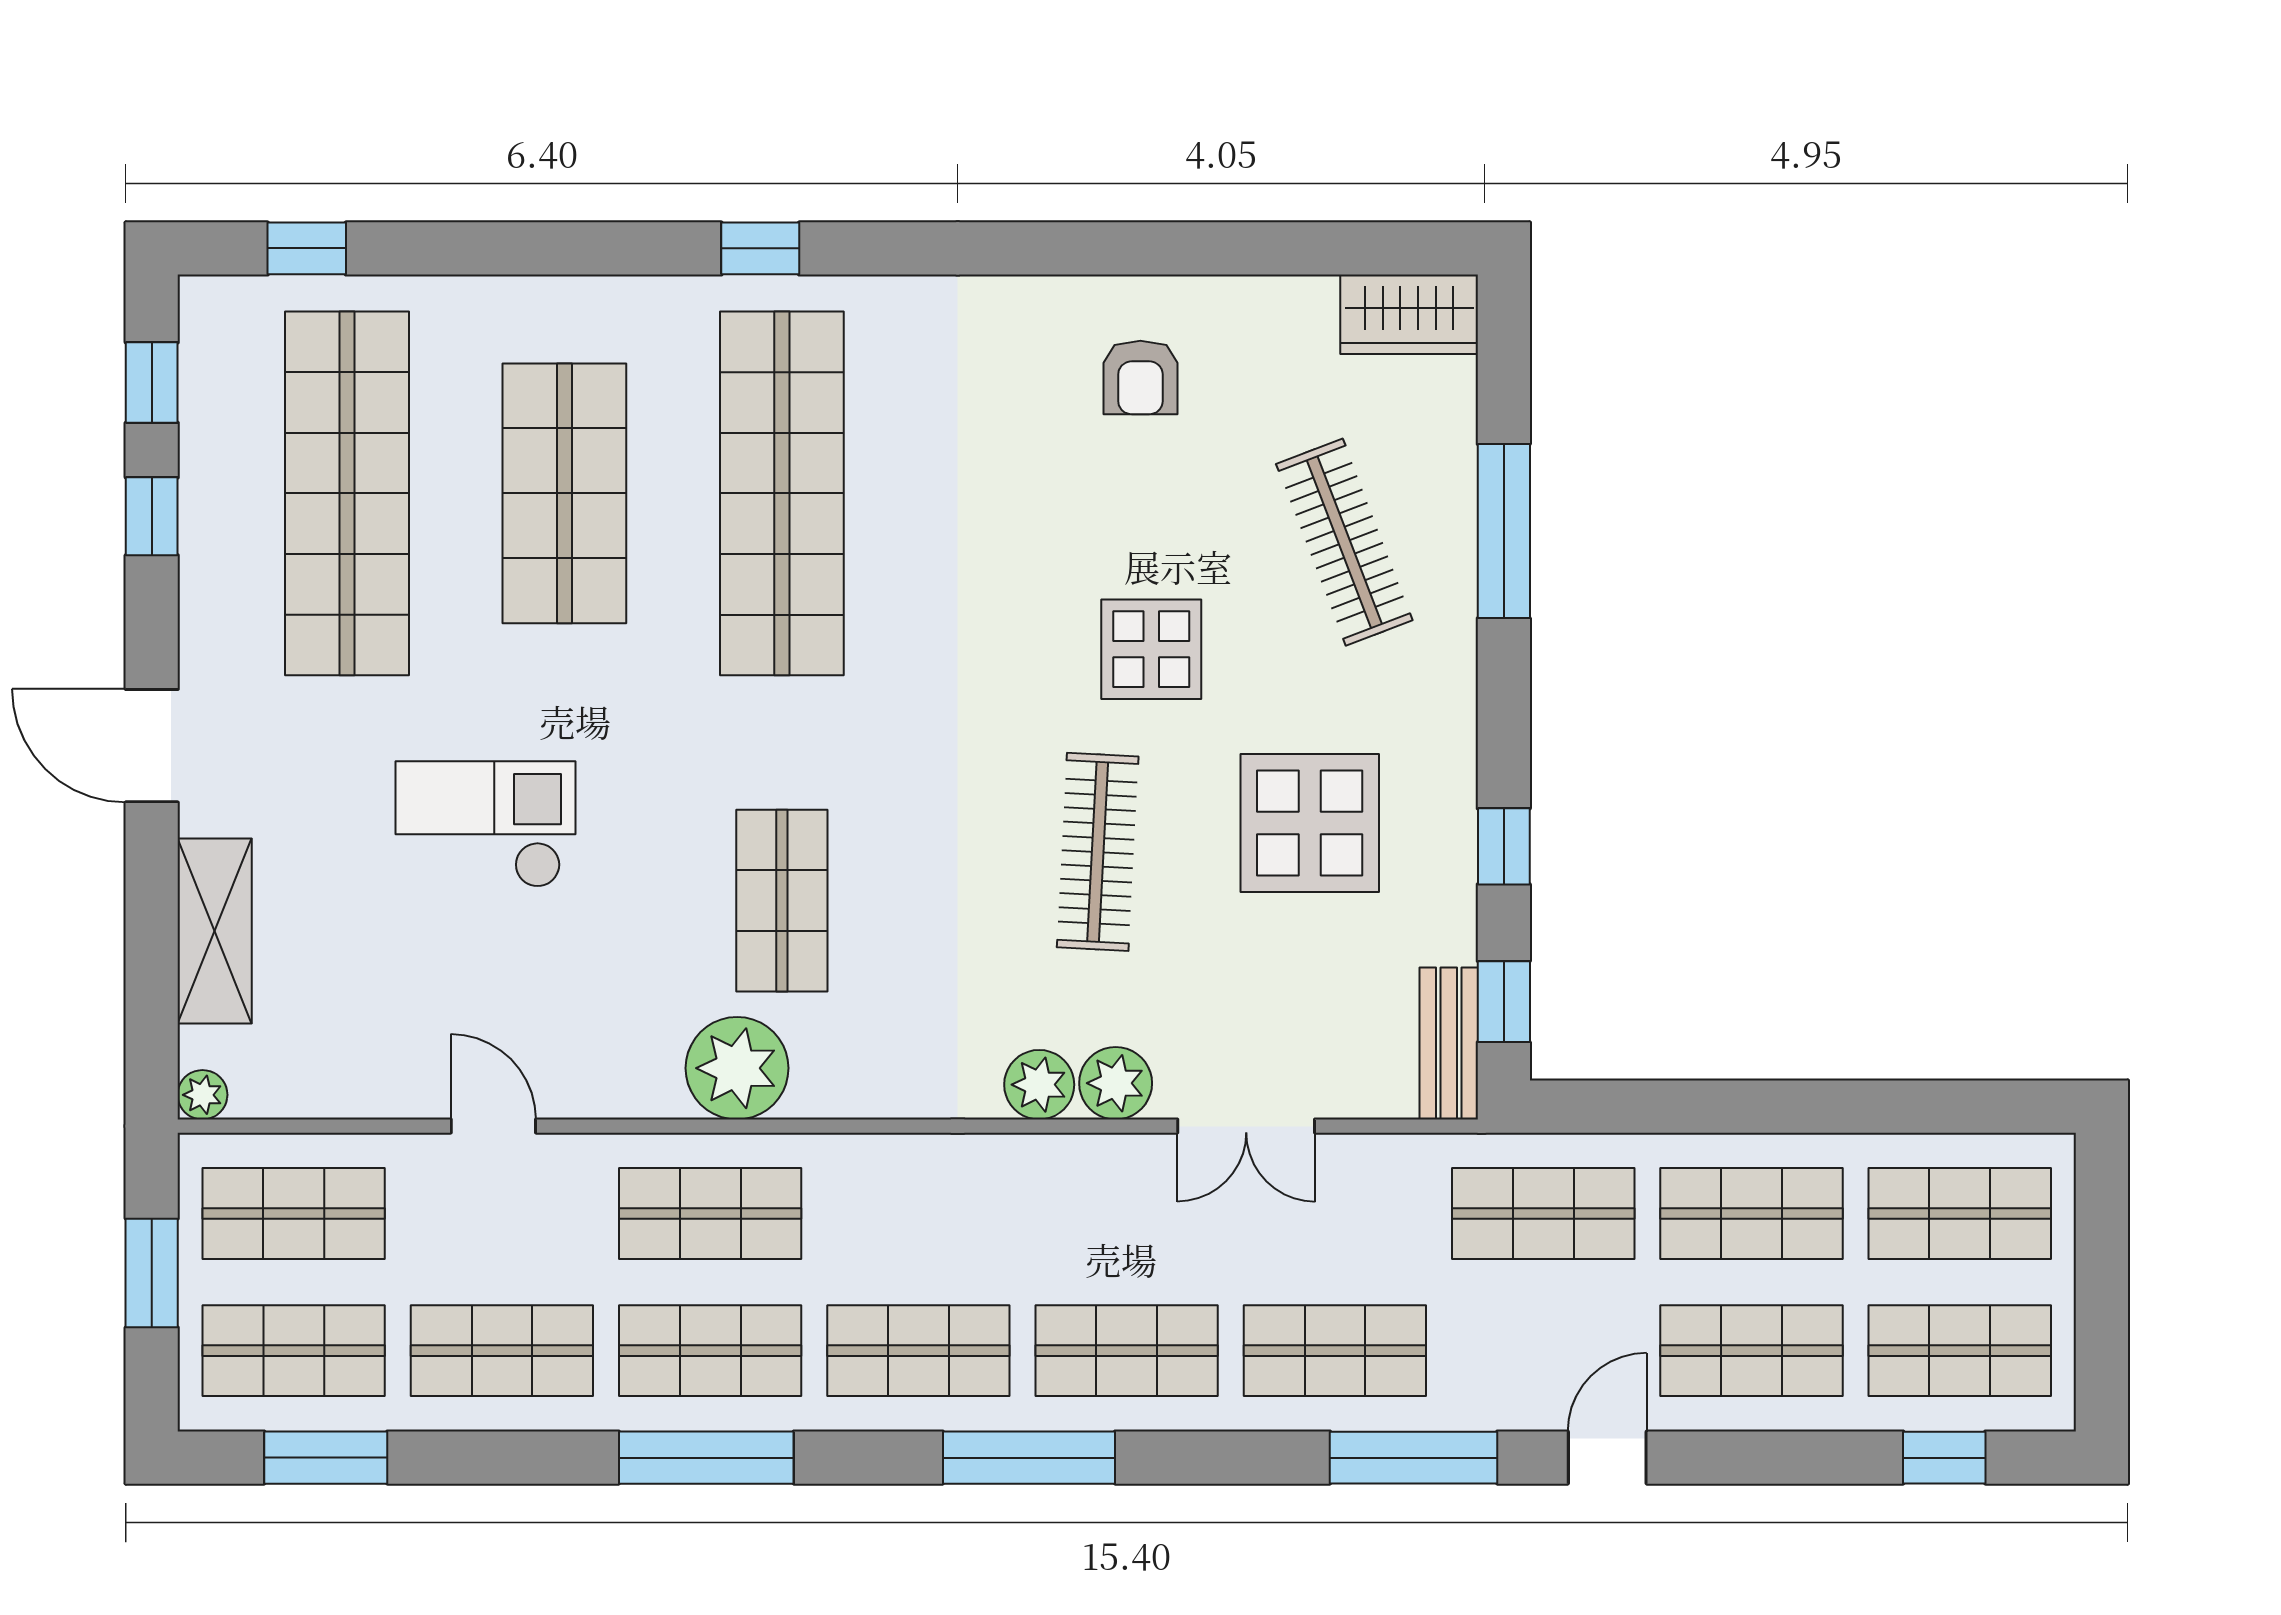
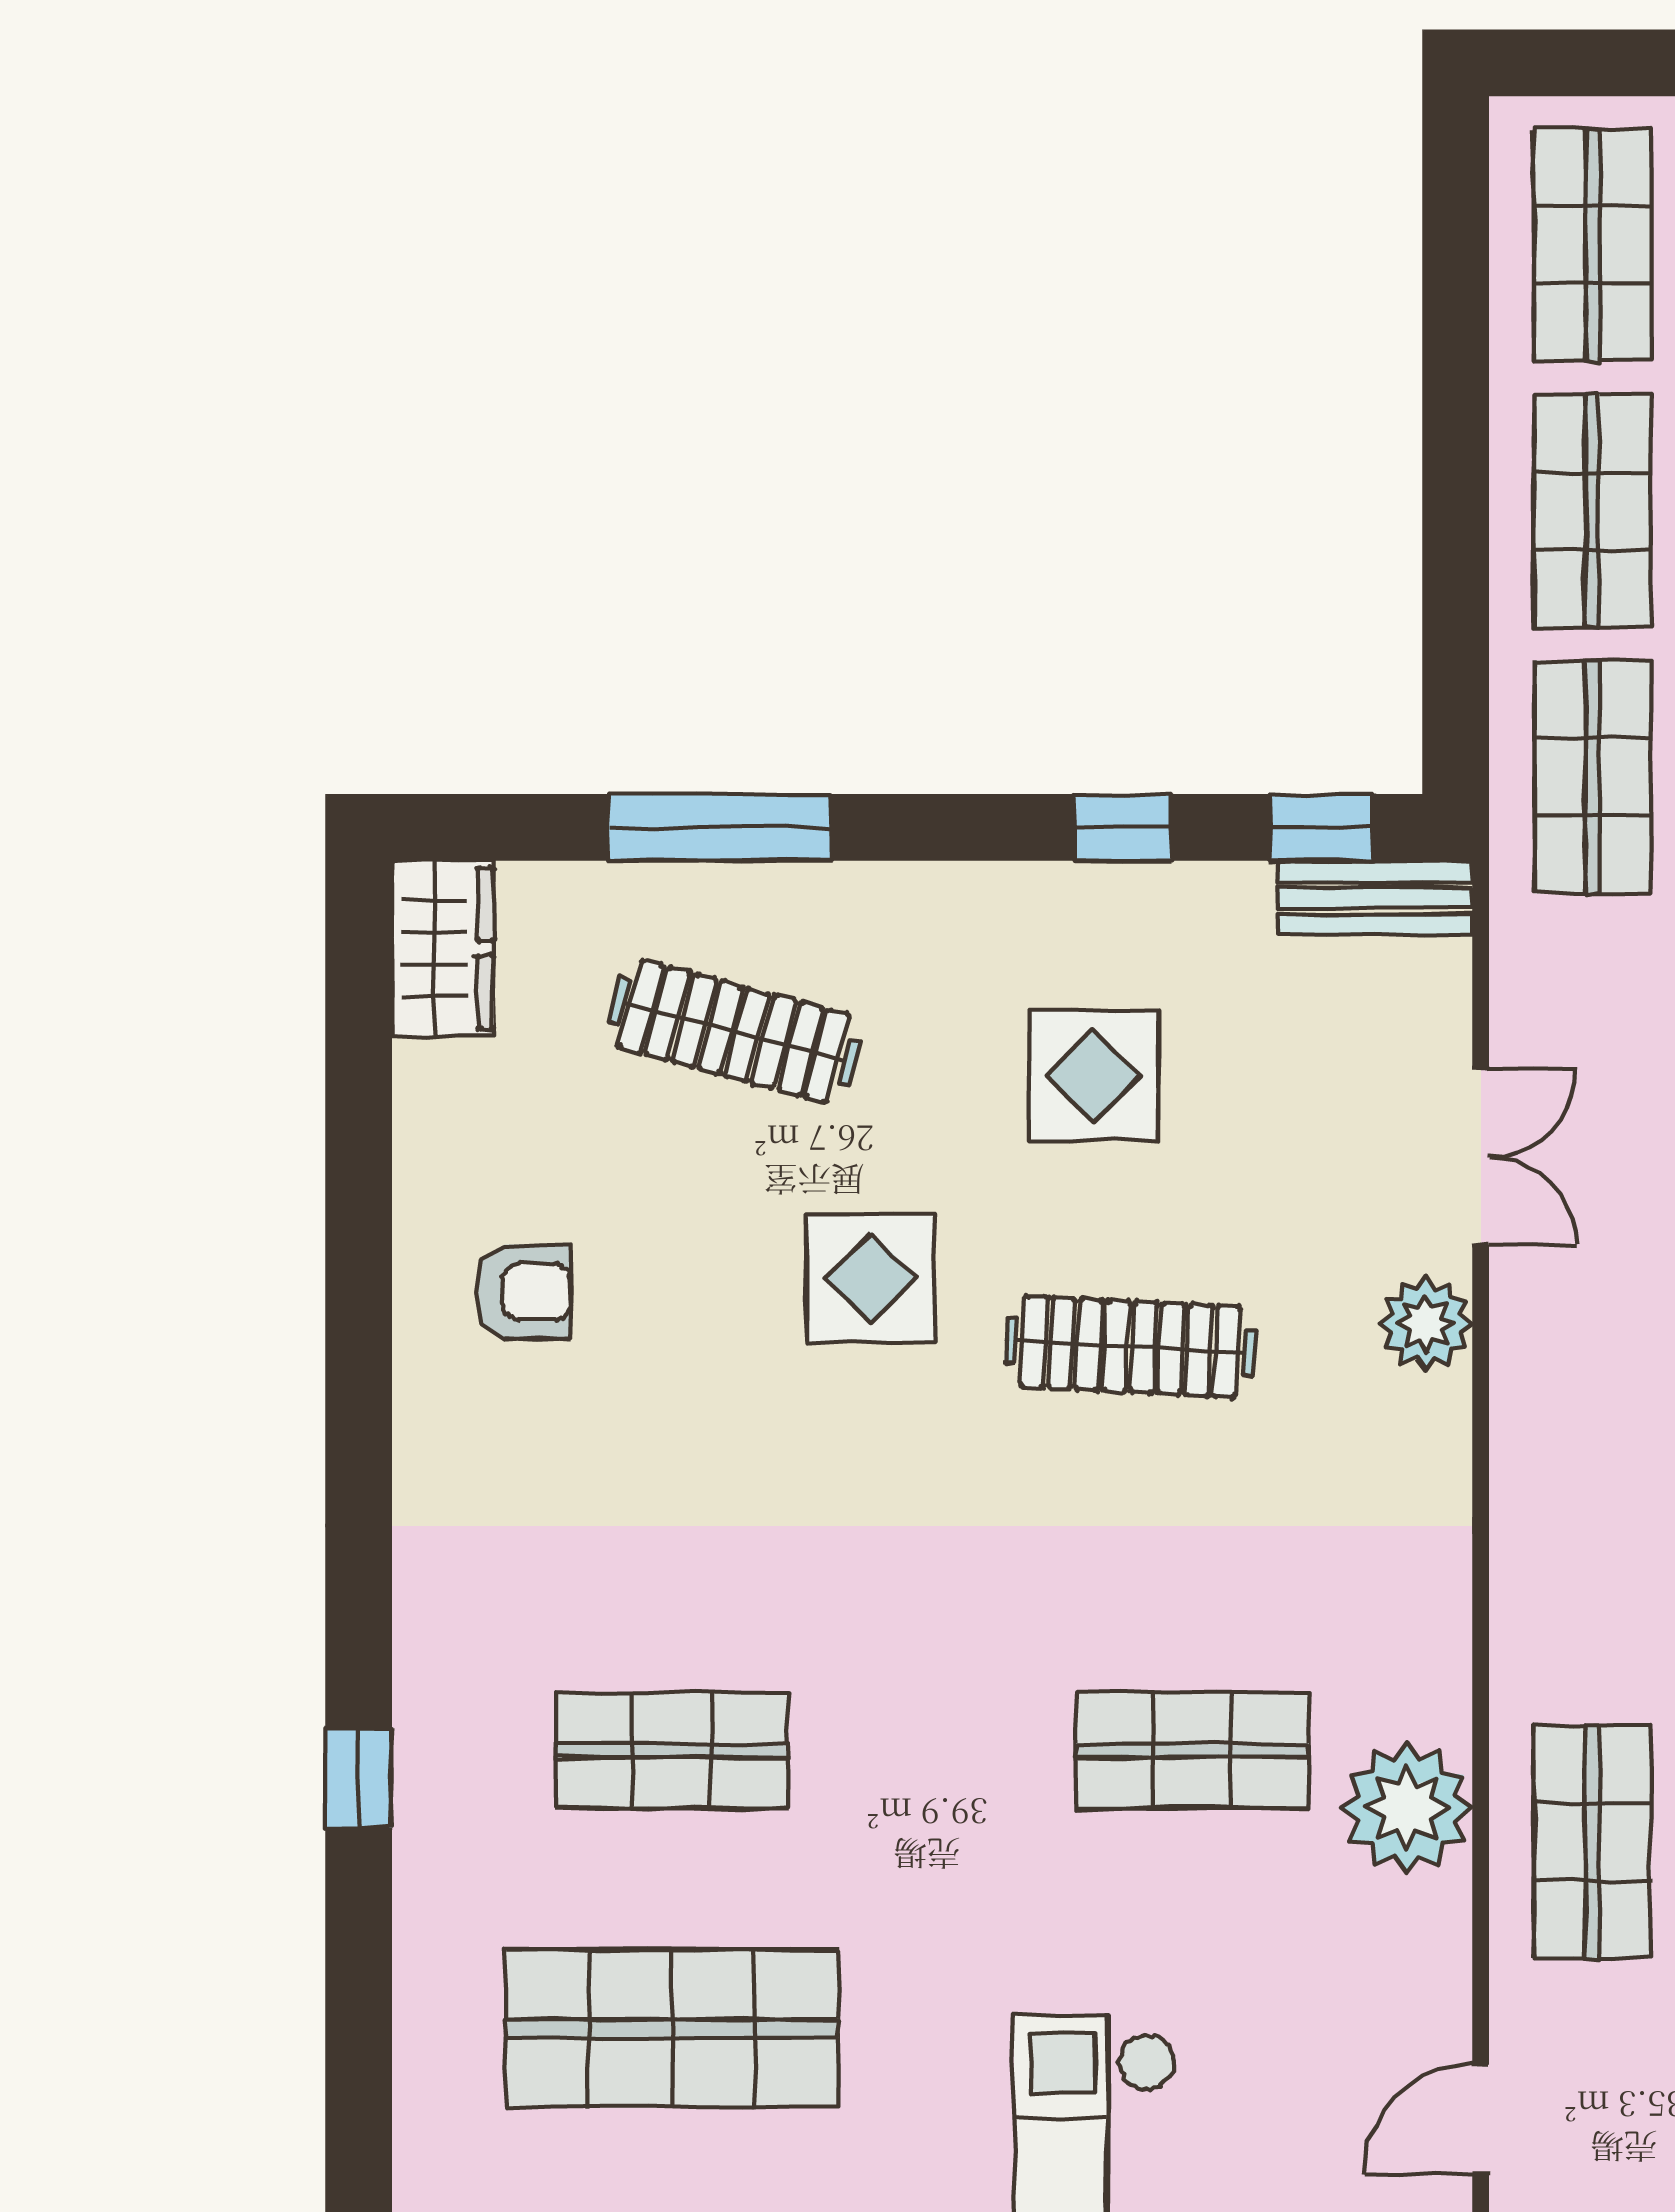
shop shelf: (782, 493) -> (672, 1750), width x0.50, depth x0.74
clothes rail: (1344, 542) -> (734, 1031), turned 36
display table: (1310, 823) -> (1093, 1076), width x0.73, depth x0.73
plant: (1039, 1085) -> (1428, 1421), removed

